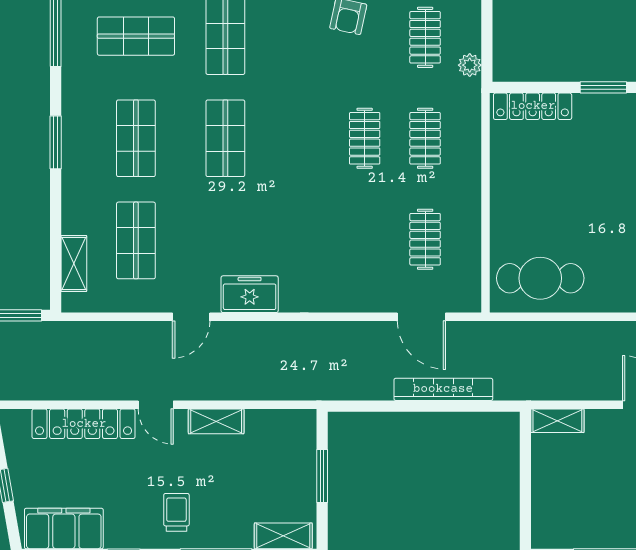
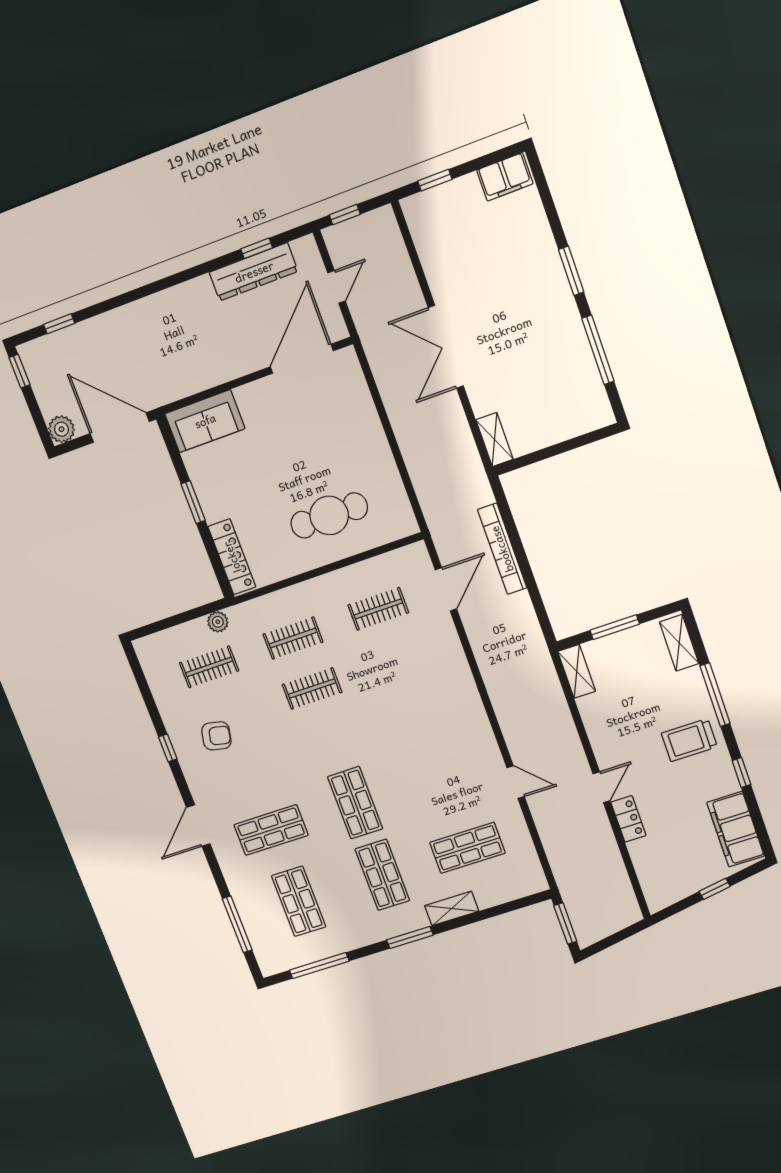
shop shelf: (136, 138) -> (382, 875), turned 90
shop shelf: (225, 138) -> (355, 803), turned 90
shelving: (74, 264) -> (452, 908), moved
cafe table: (540, 278) -> (329, 515), moved, turned 90
freezer: (250, 294) -> (479, 740), removed
shelving: (216, 421) -> (577, 671), moved
locker: (84, 424) -> (628, 819), width x0.46, depth x0.83
trolley: (176, 512) -> (689, 740), width x1.36, depth x1.39

